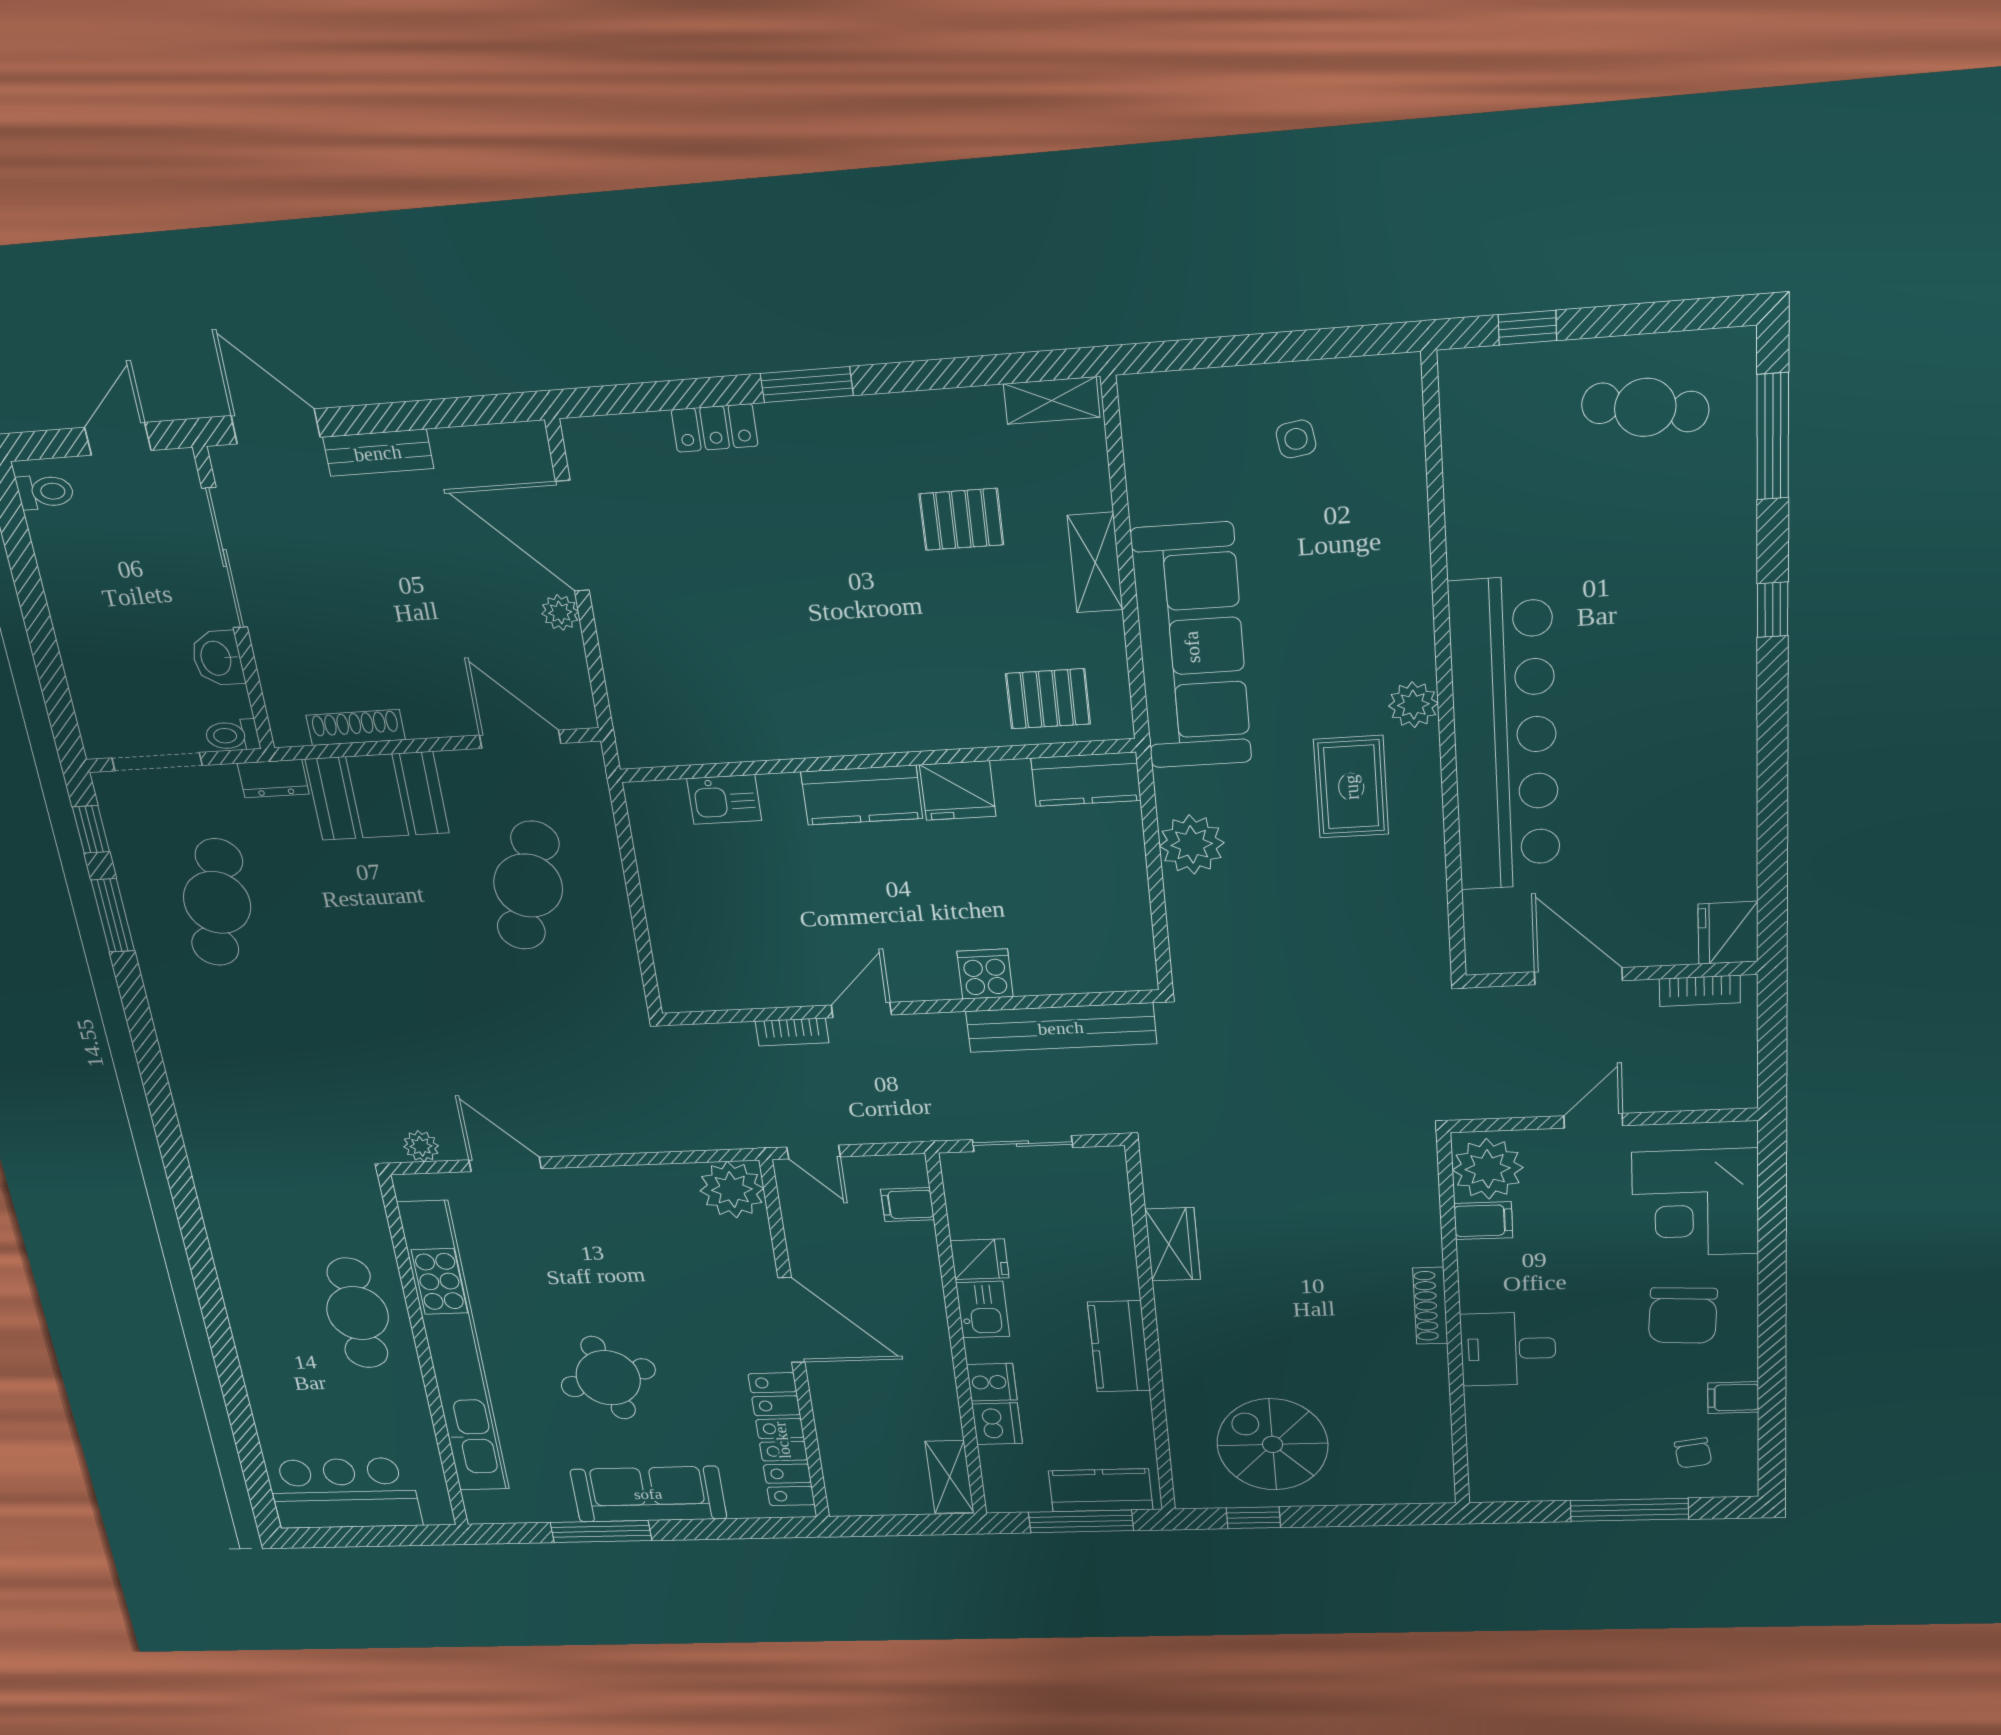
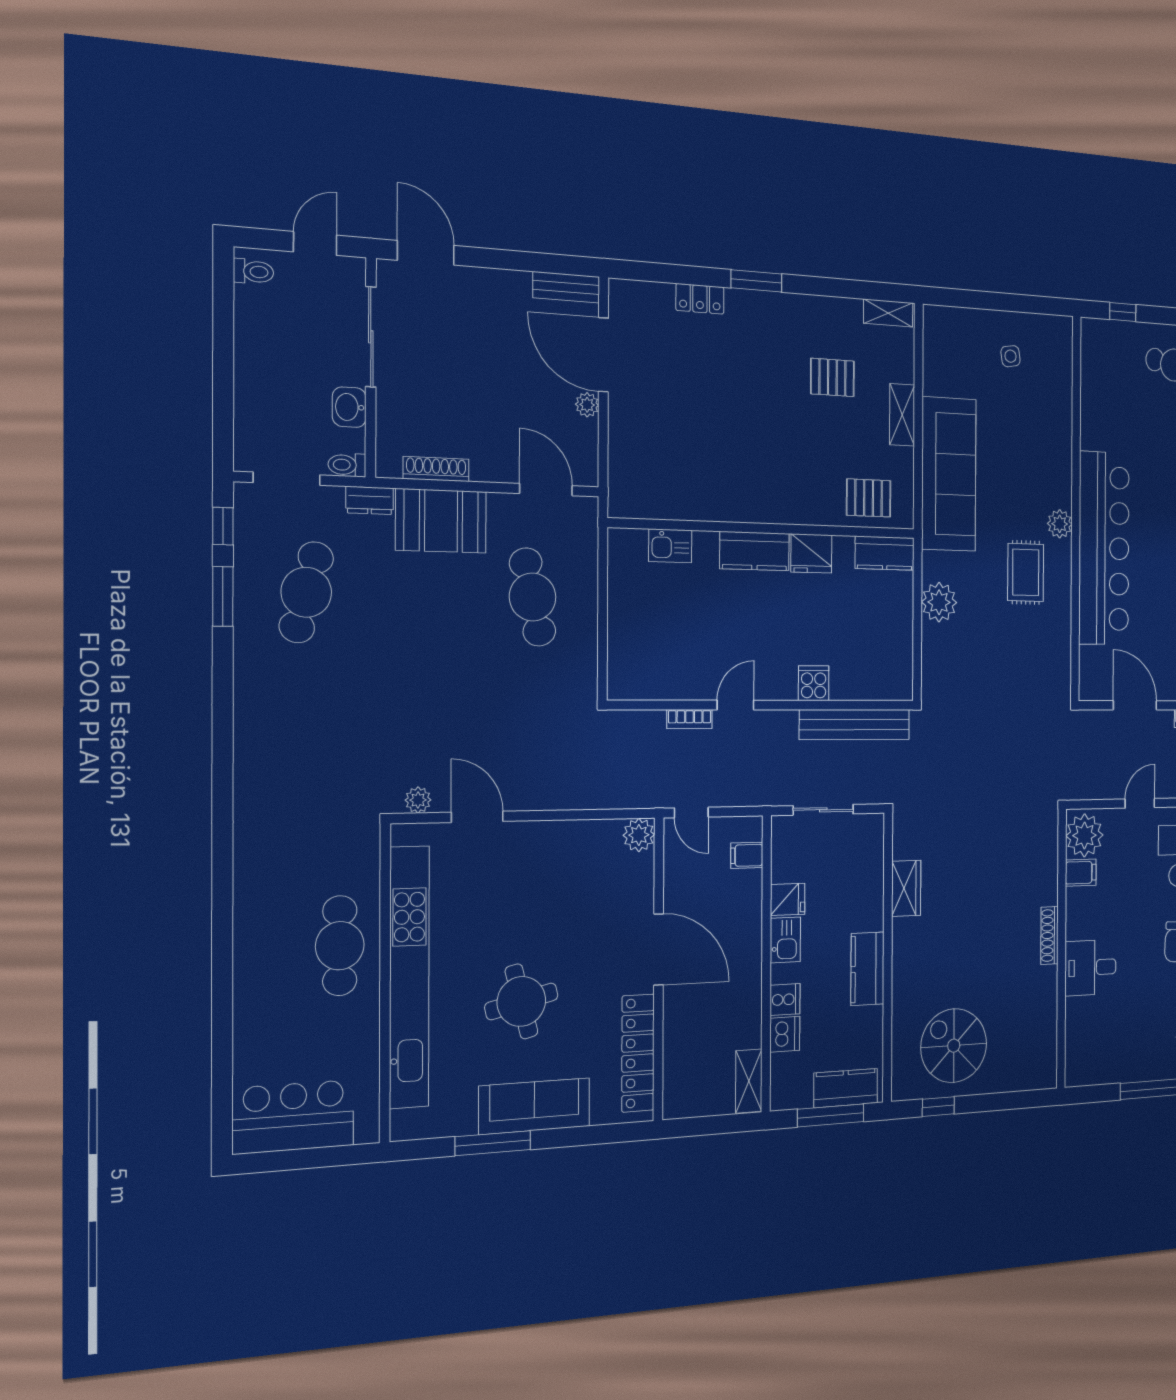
bench: (378, 453) -> (566, 287), moved
cafe table: (528, 886) -> (533, 597), turned -30
plant: (732, 1190) -> (639, 835), width x0.73, depth x0.73

